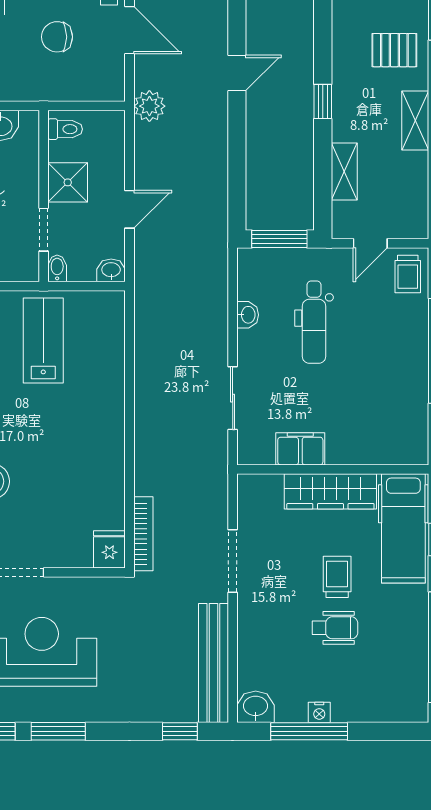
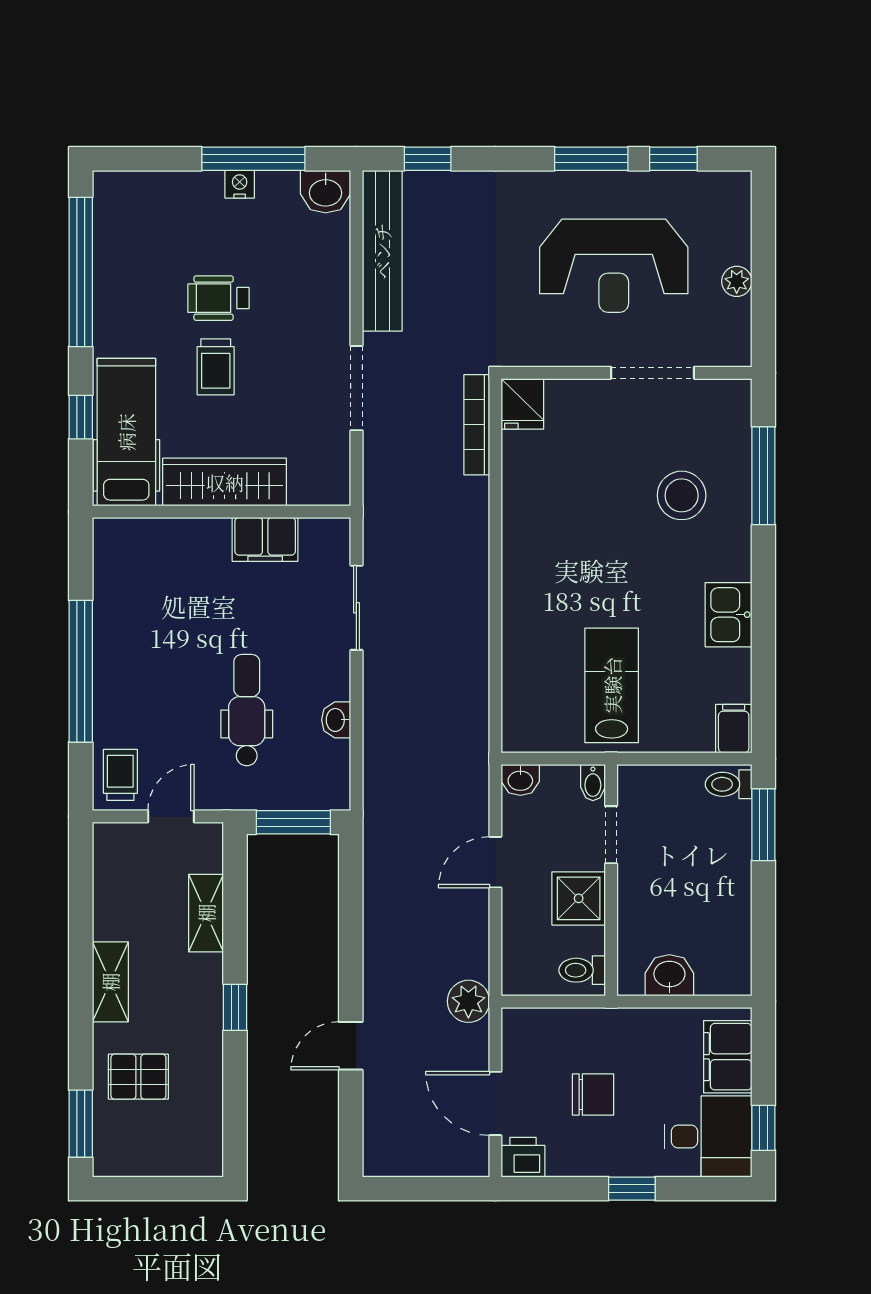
lab bench: (43, 340) -> (612, 685), turned 180

